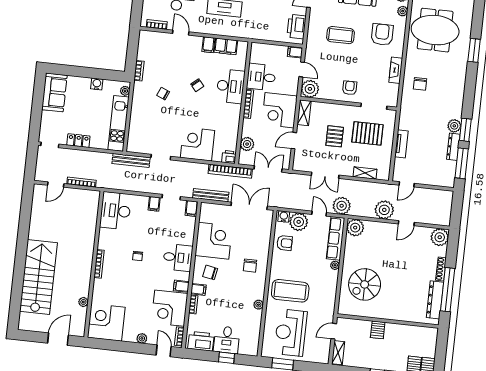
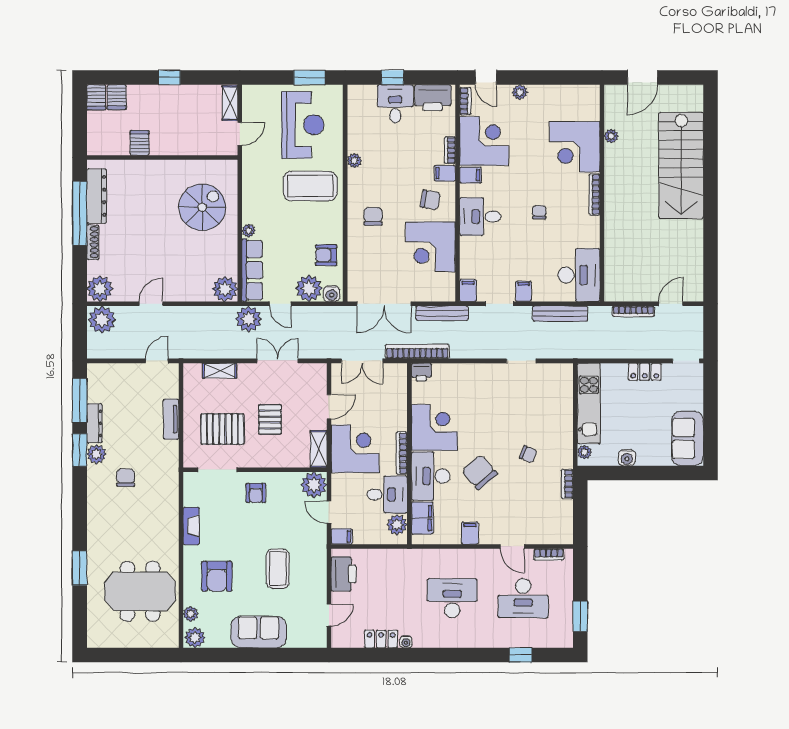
coffee table: (340, 35) -> (278, 569), turned 90
filing cabinet: (226, 46) -> (422, 518), moved, turned 90
chair: (420, 84) -> (126, 478), moved
chair: (197, 85) -> (480, 472), width x1.87, depth x1.87
corner desk: (198, 144) -> (434, 427), moved, turned -90
plant: (247, 144) -> (397, 525), moved
bench: (131, 161) -> (560, 314), moved
plant: (384, 210) -> (102, 320), moved
corner desk: (106, 322) -> (575, 147), moved, turned 90
server rack: (378, 330) -> (140, 143), moved

